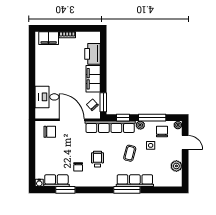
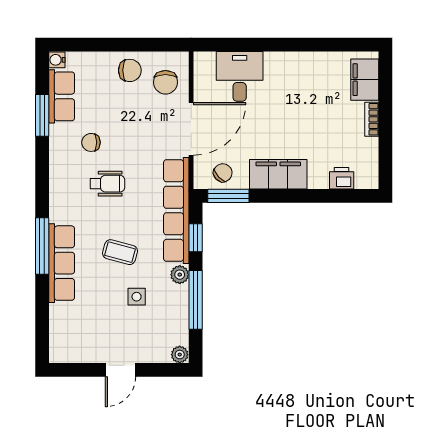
printer: (92, 54) -> (342, 178), width x0.53, depth x0.68
chair: (162, 132) -> (130, 70), moved
door: (185, 142) -> (120, 370), moved
plant: (176, 166) -> (93, 351), removed

